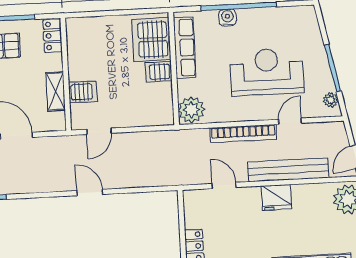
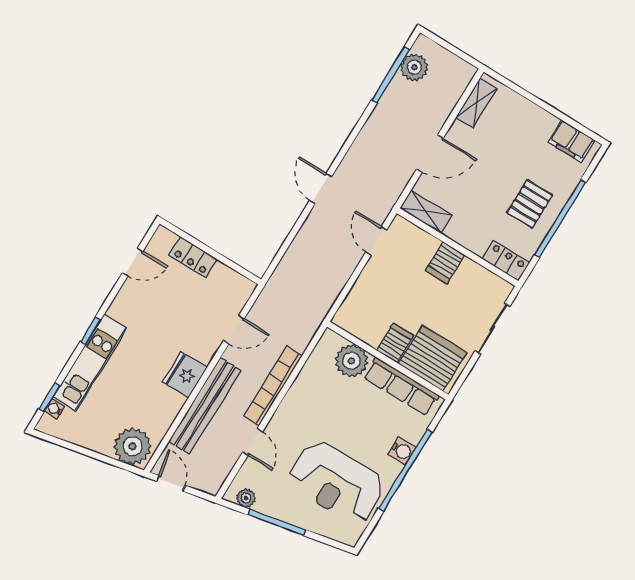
sliding door: (104, 13) -> (493, 328), added
reception desk: (267, 72) -> (337, 482), moved, turned 90
shelving: (56, 92) -> (426, 212), moved
server rack: (83, 92) -> (445, 263), moved
plant: (191, 110) -> (351, 361), moved
door: (90, 193) -> (321, 189), swing flipped

